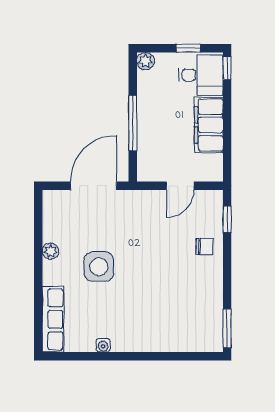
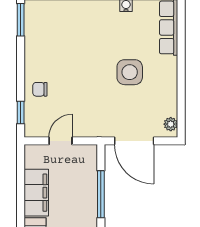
door: (94, 186) -> (134, 141), hinge flipped
plant: (50, 251) -> (171, 124), moved

